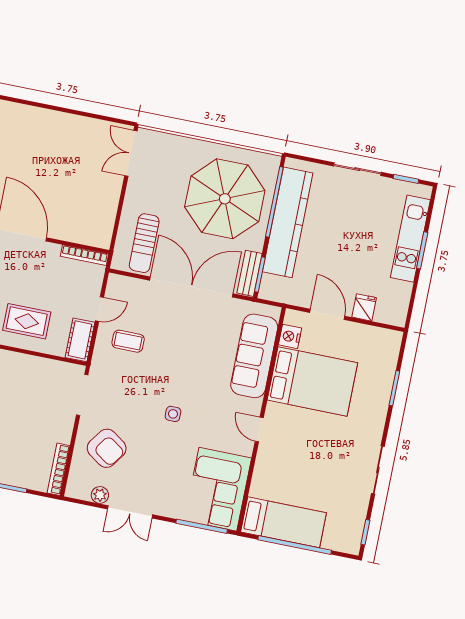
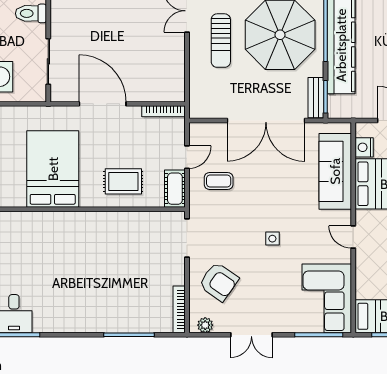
sun lounger: (144, 243) -> (221, 41), moved
double door: (191, 287) -> (266, 121), swing flipped
plant: (100, 495) -> (205, 325), moved

